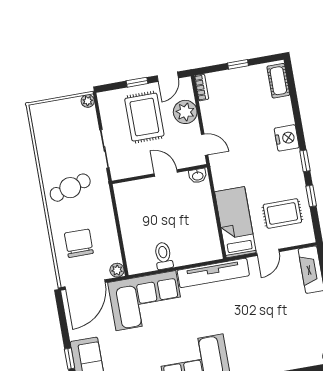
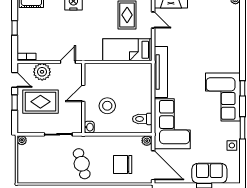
washbasin: (198, 176) -> (89, 127), moved
stool: (155, 208) -> (107, 106), added
door: (268, 252) -> (153, 20), moved
toilet: (163, 256) -> (142, 119), moved

